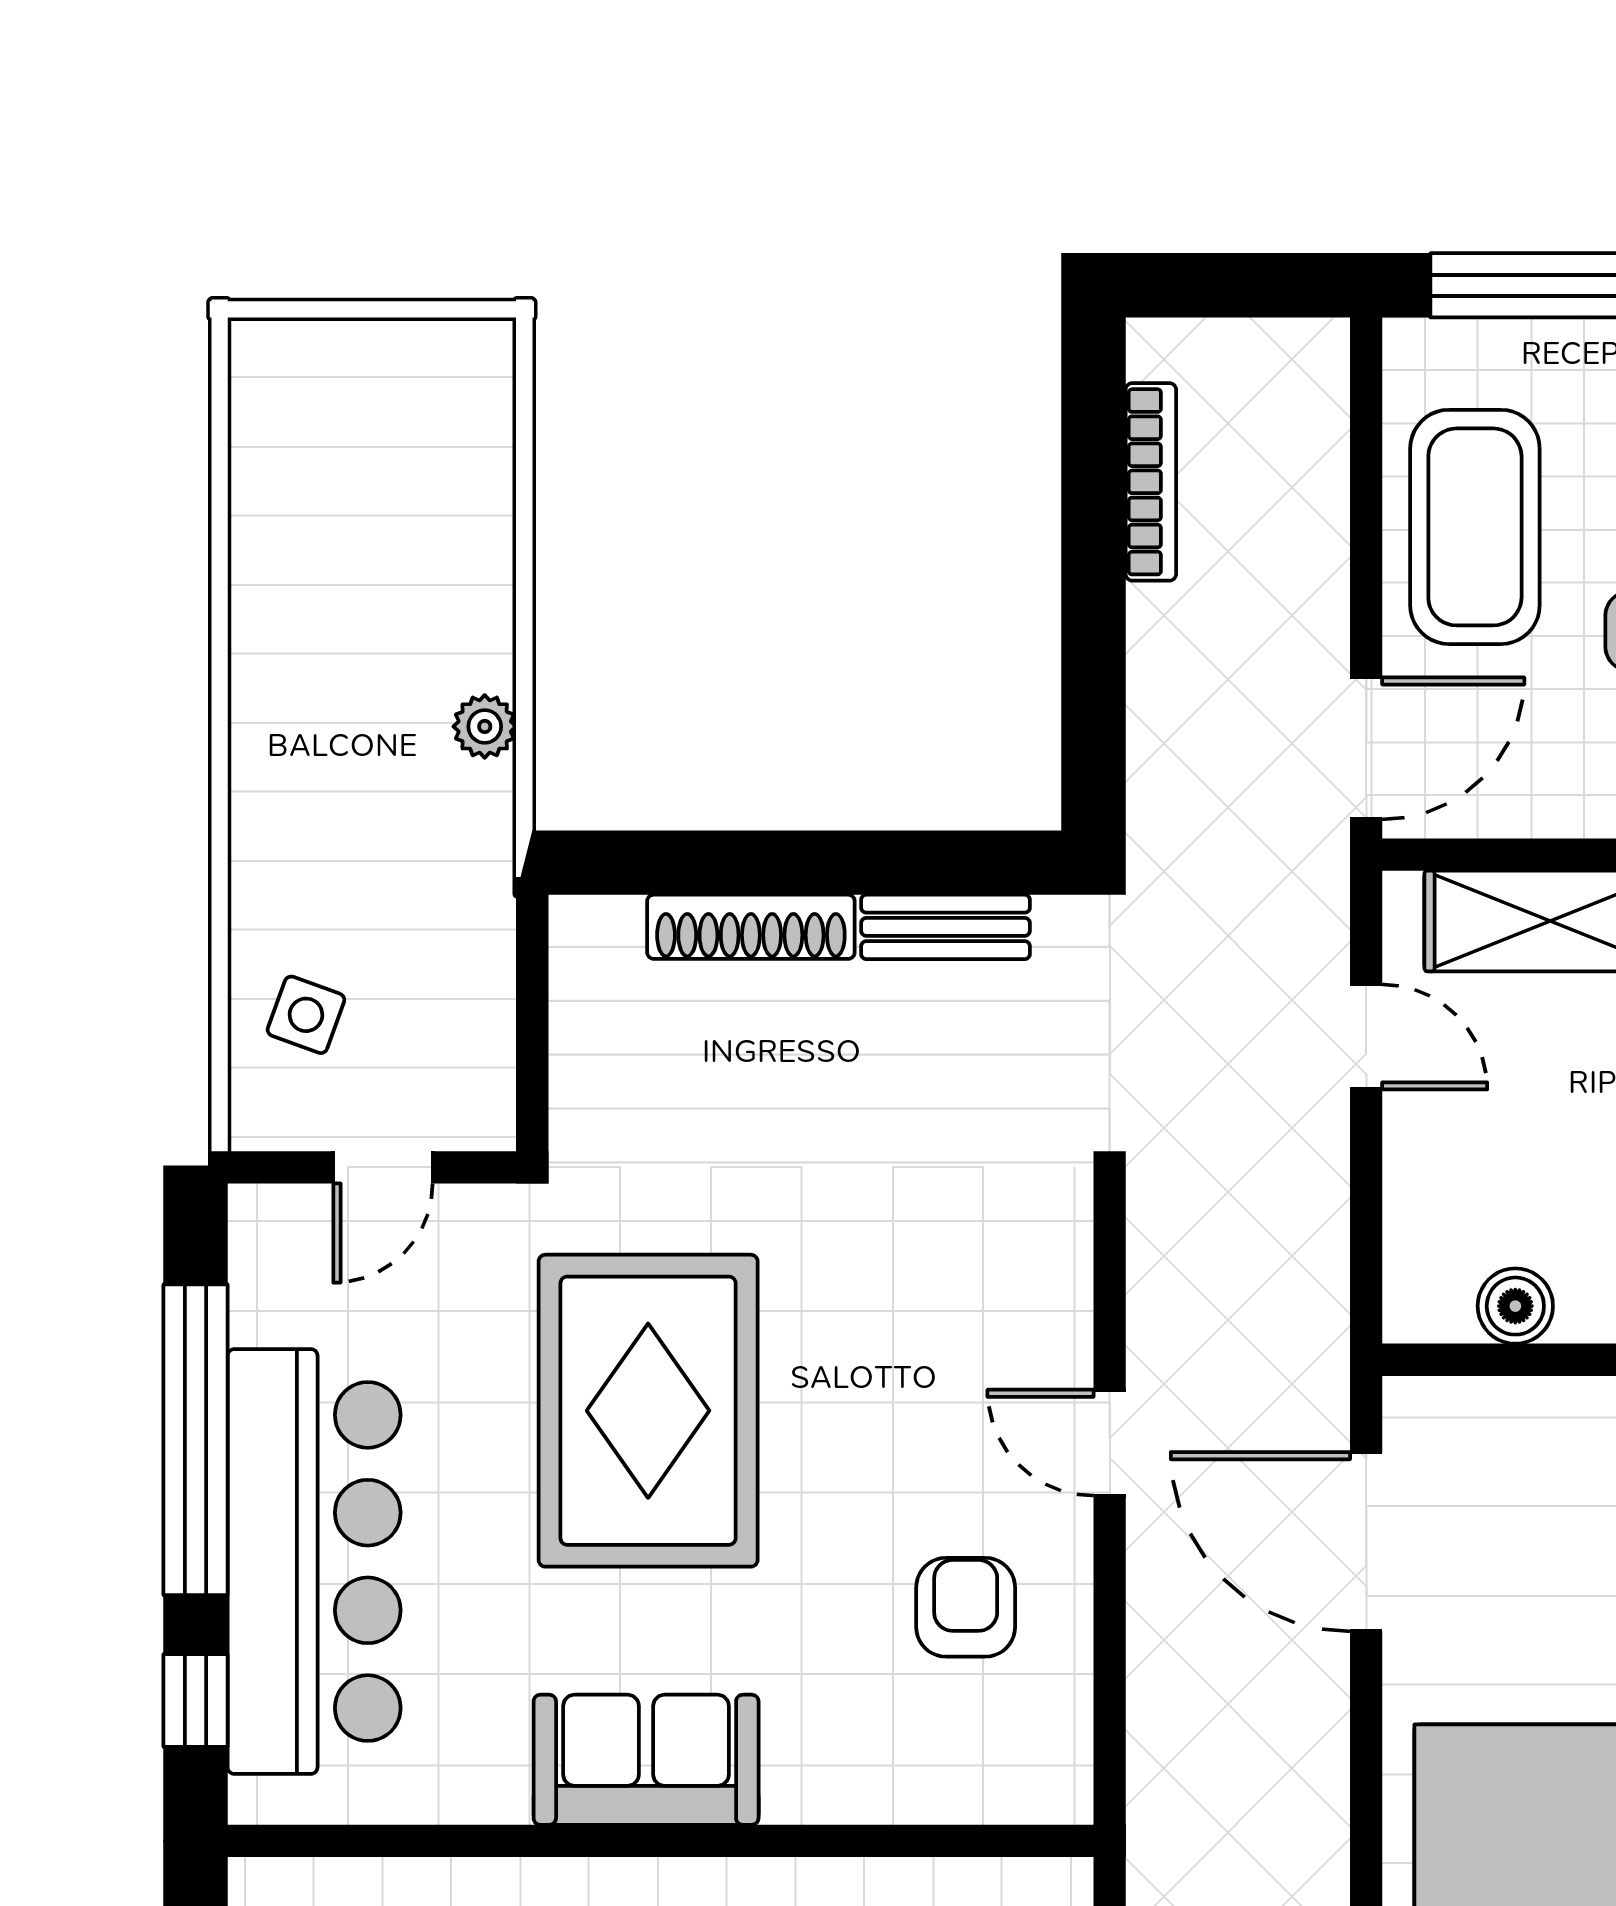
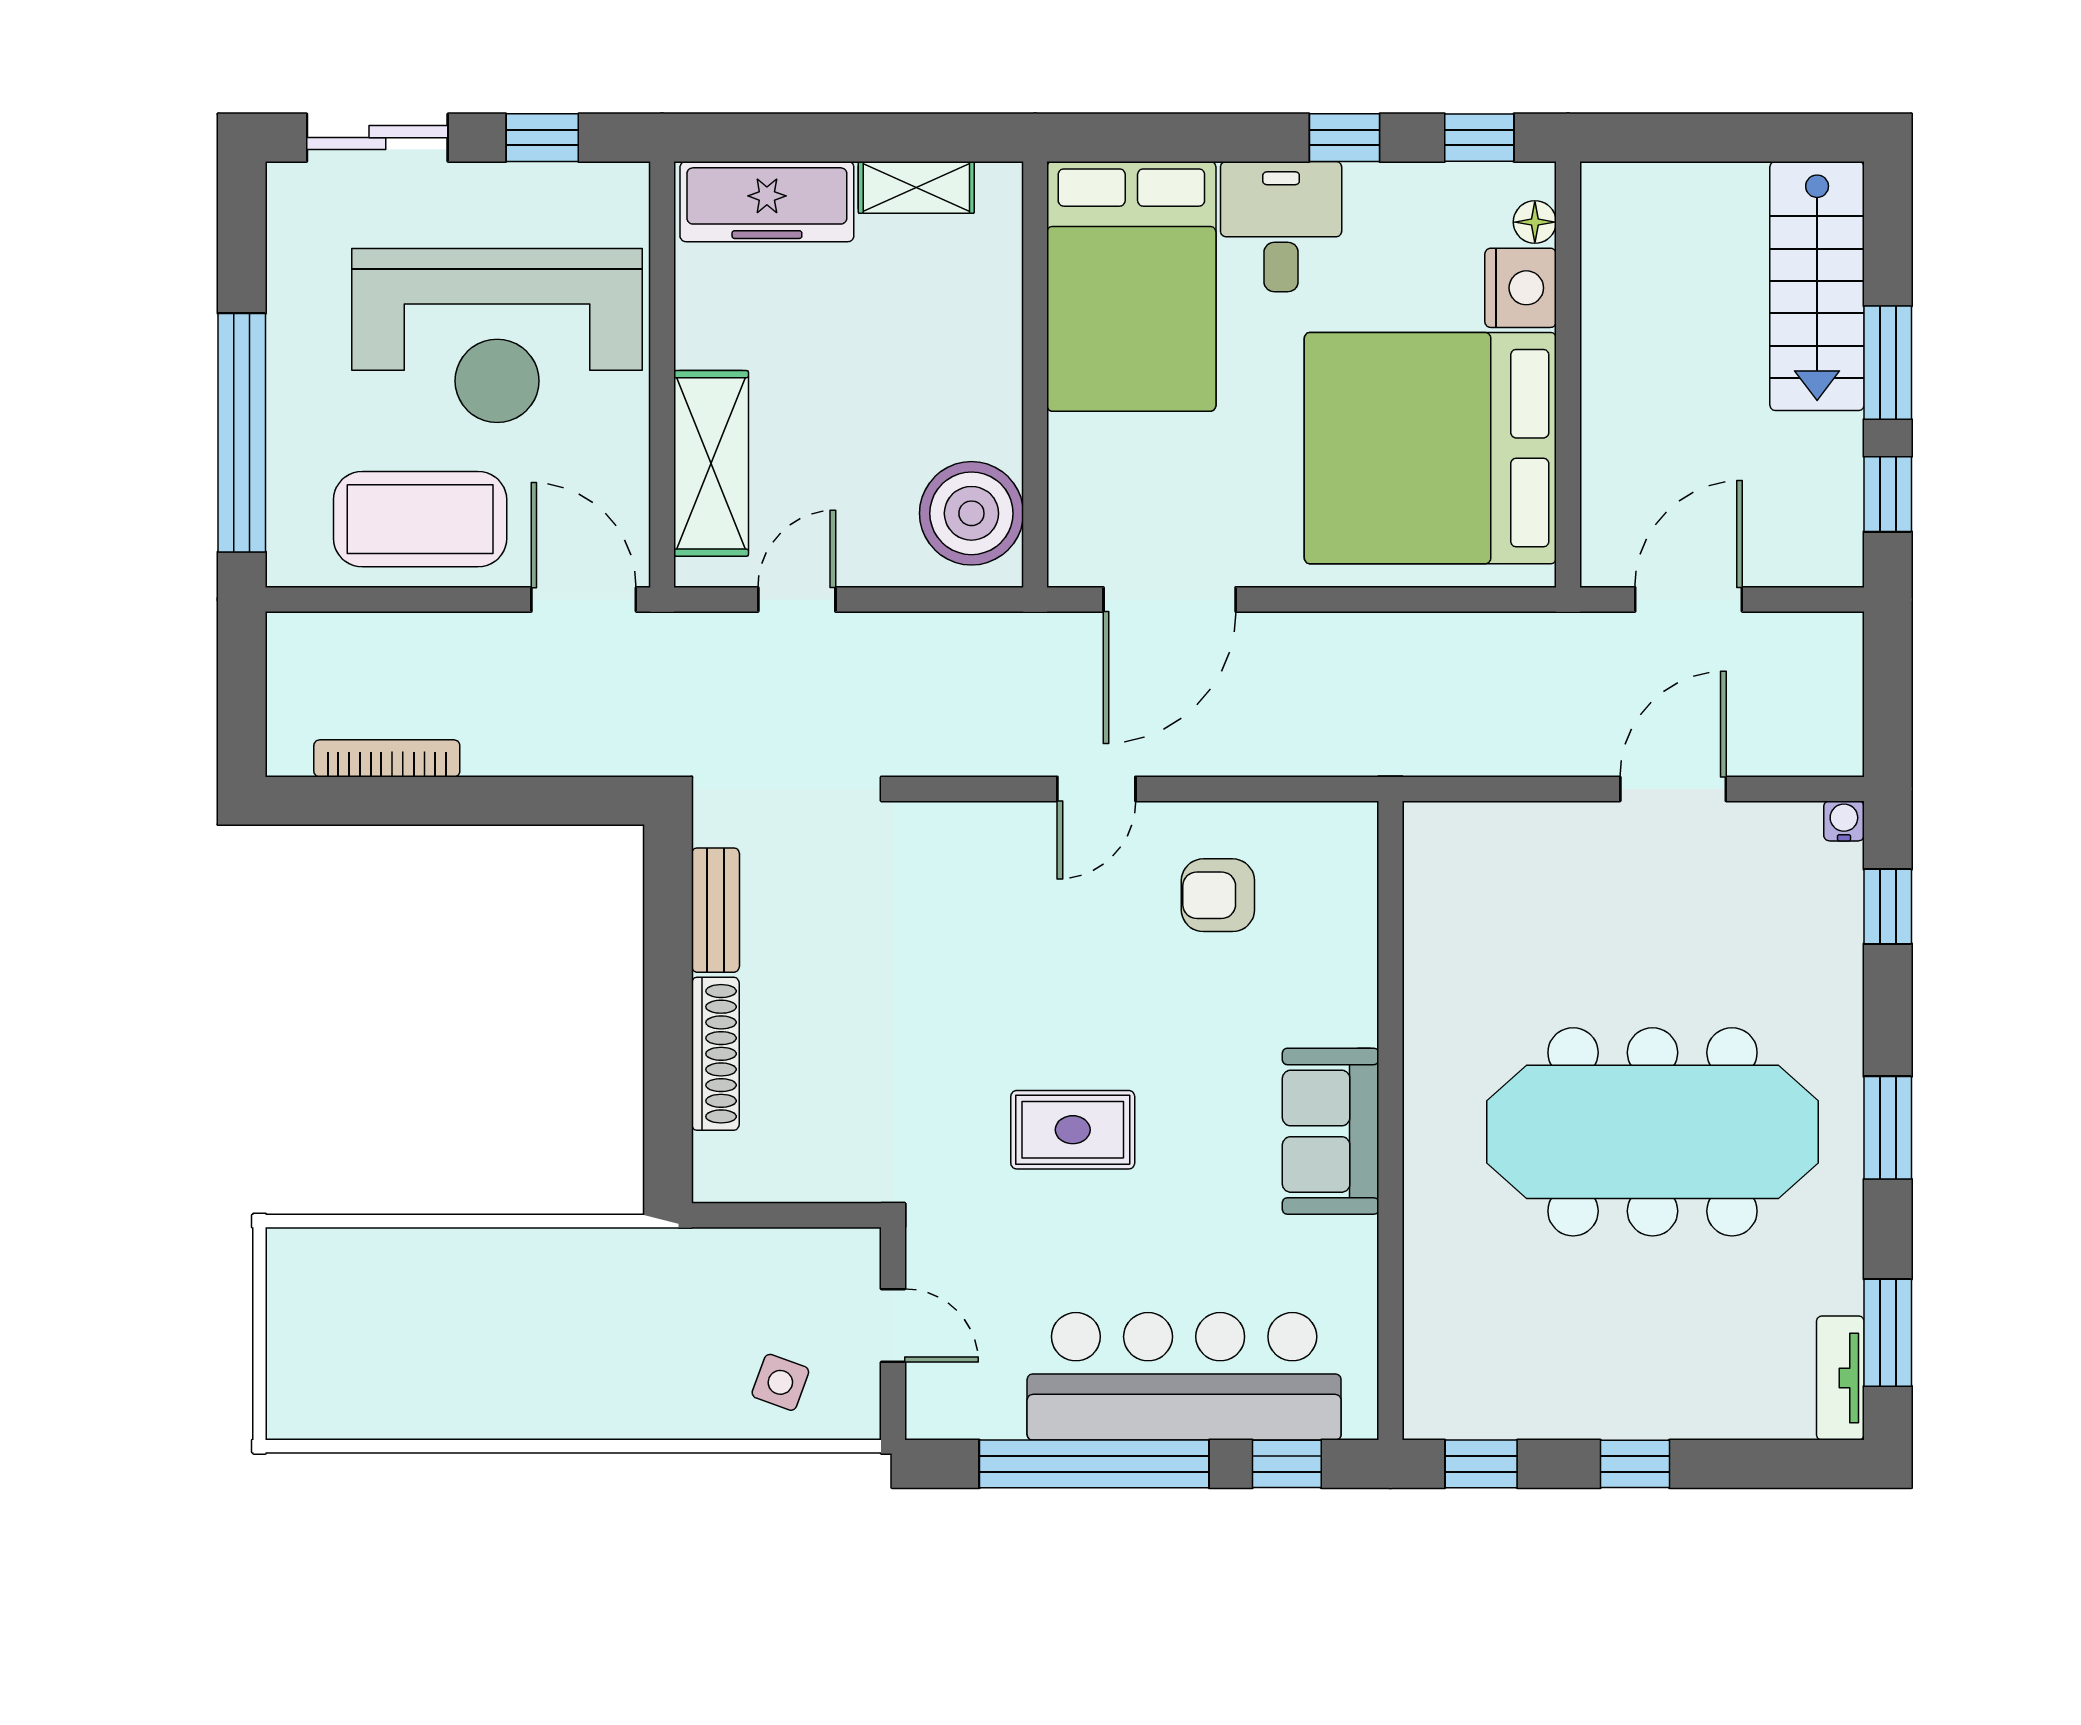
plant: (485, 726) -> (567, 1250), removed
boiler: (1515, 1306) -> (971, 513), width x1.86, depth x1.86
rug: (648, 1411) -> (1073, 1130), width x0.54, depth x0.49

